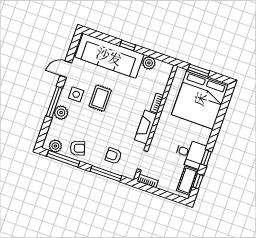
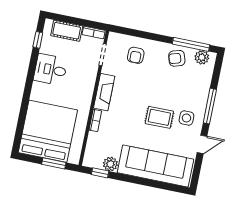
window: (128, 45) -> (100, 173), moved
rug: (100, 98) -> (159, 117), turned 90
plant: (61, 113) -> (201, 95), removed
armchair: (113, 156) -> (136, 55), turned 90
window: (206, 158) -> (32, 67), removed
window: (106, 174) -> (141, 34), removed
cot: (187, 181) -> (67, 31), moved, turned 90

